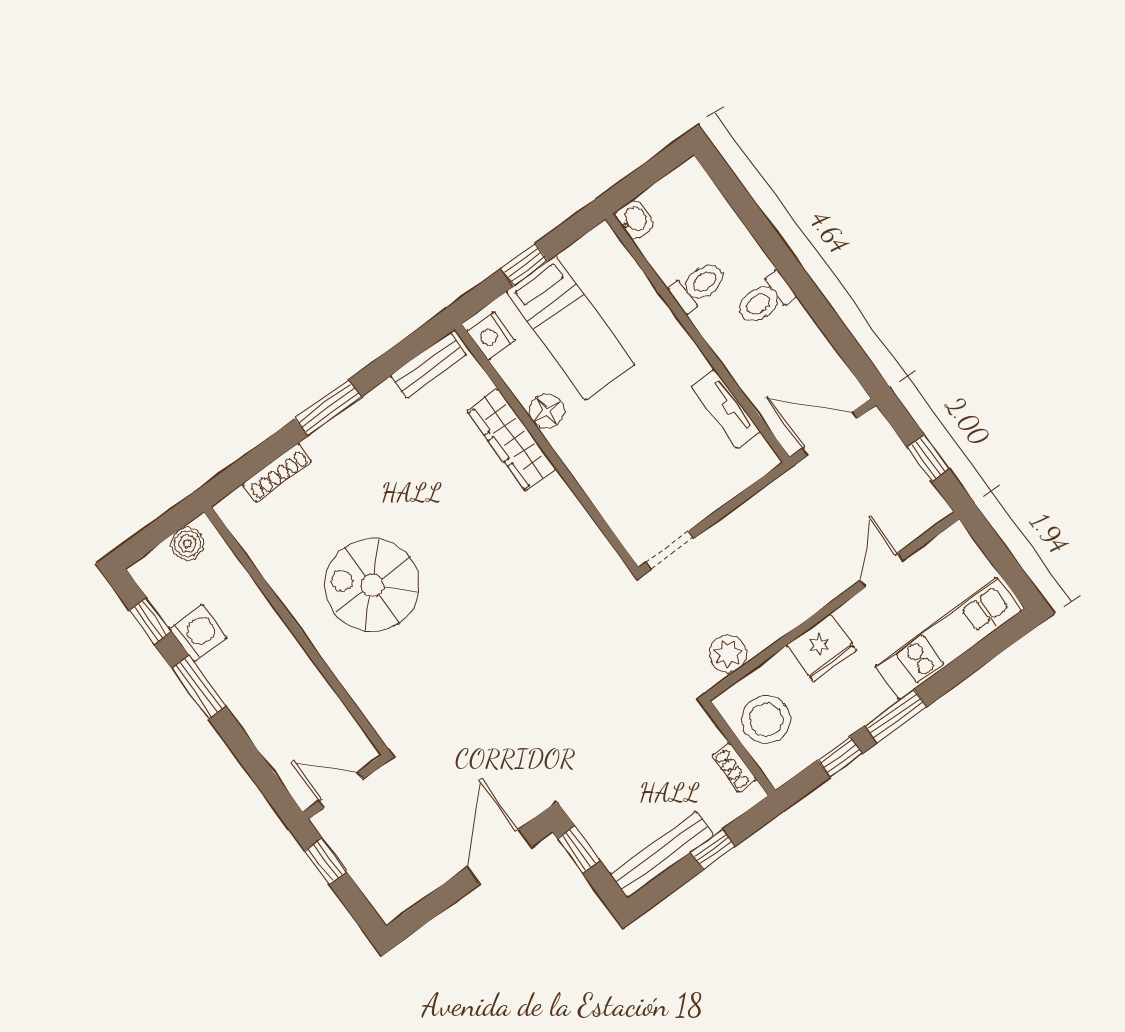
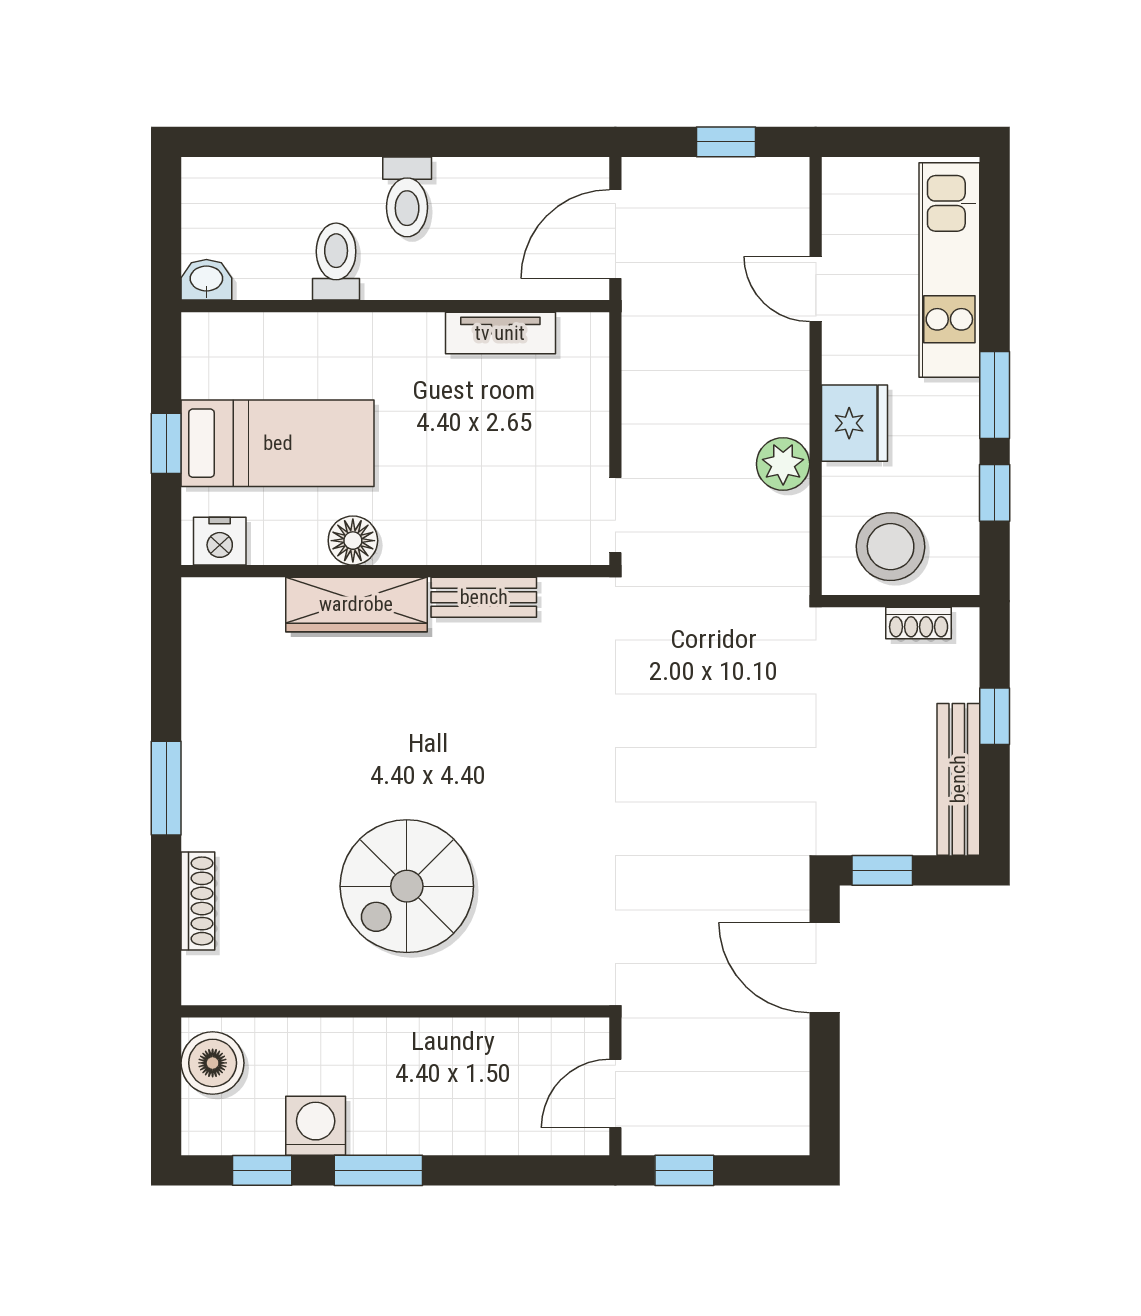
bench: (429, 365) -> (484, 597), moved, turned 90
boiler: (187, 543) -> (213, 1063), width x1.36, depth x1.36
plant: (728, 654) -> (783, 464), moved

